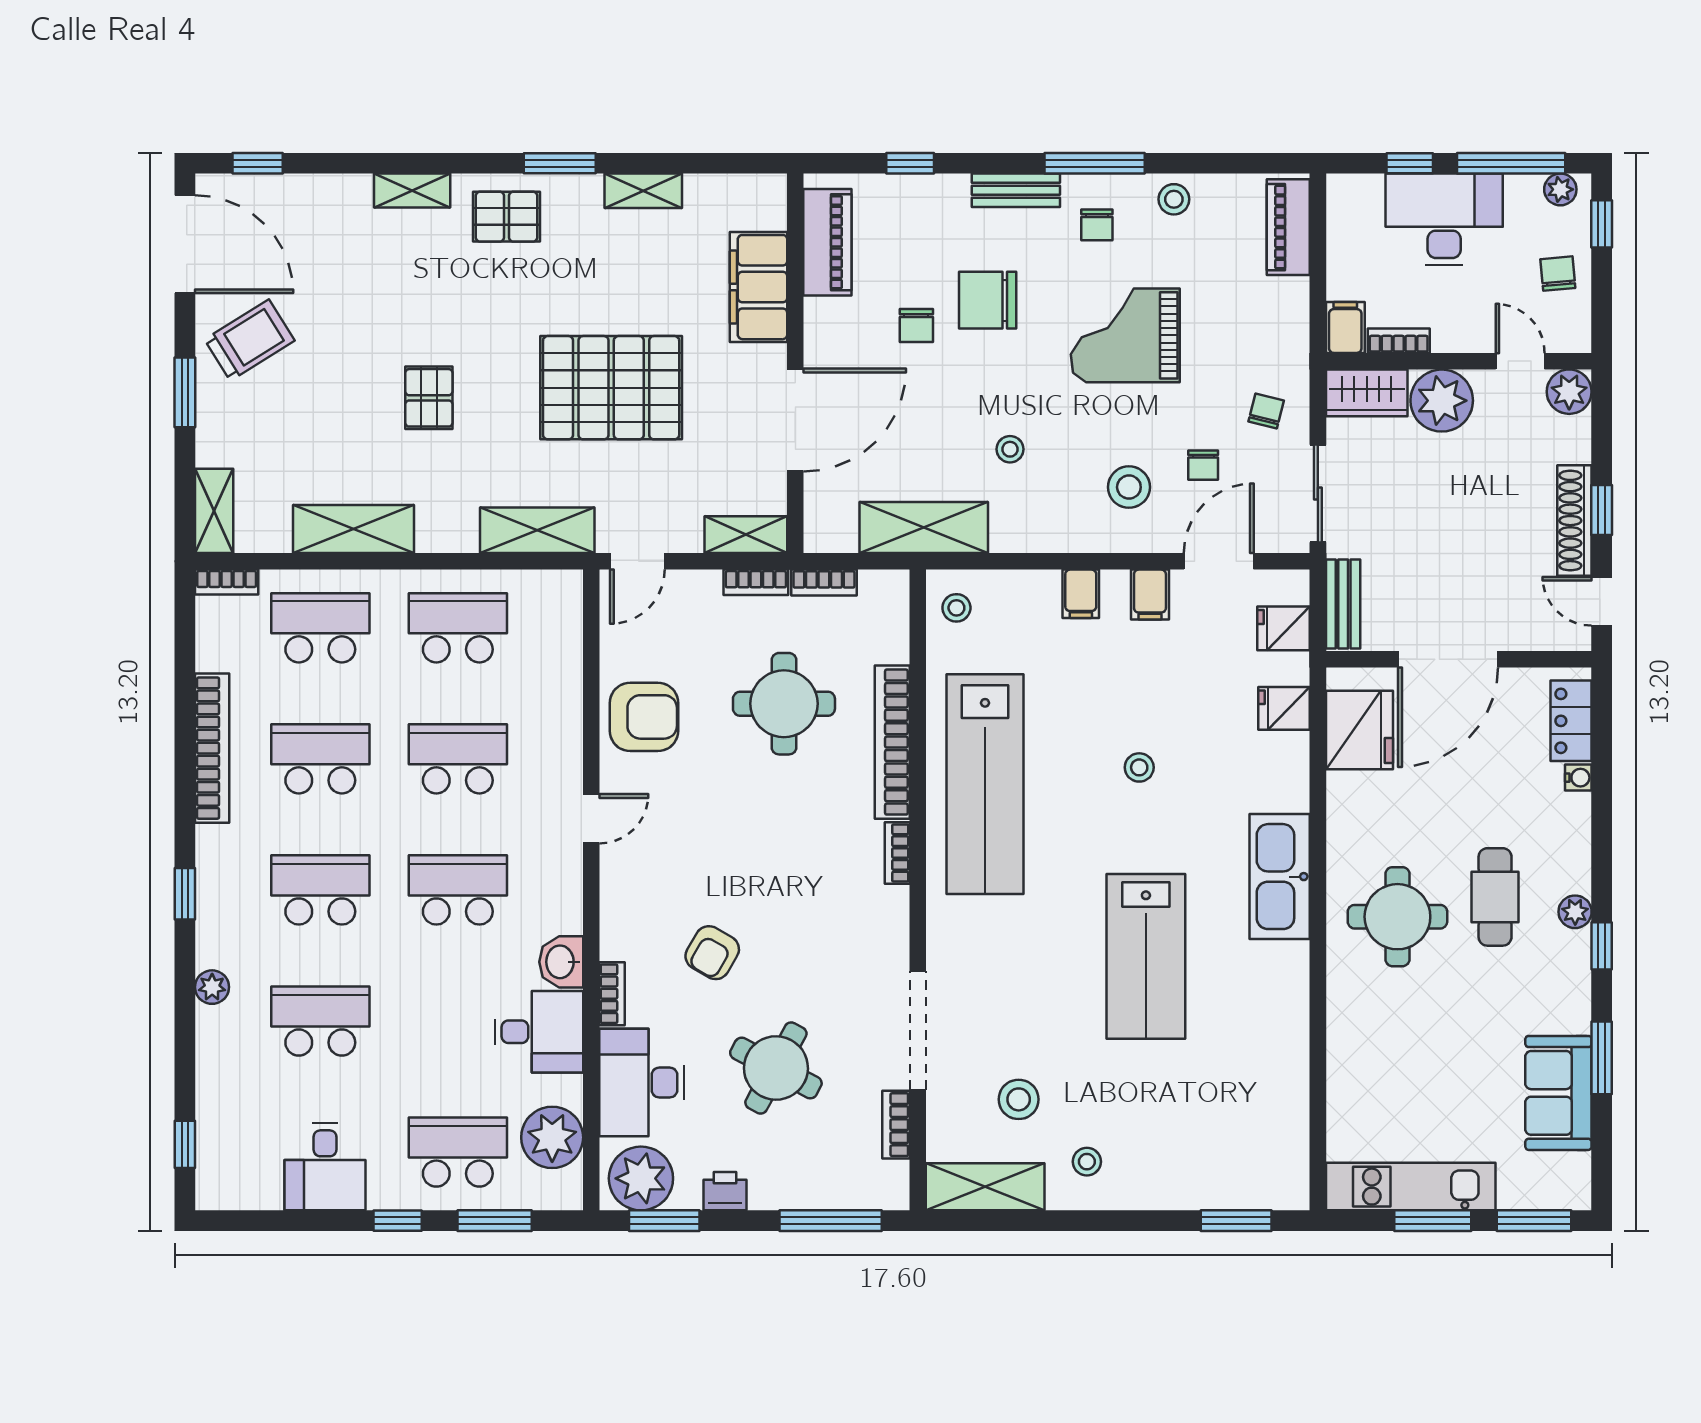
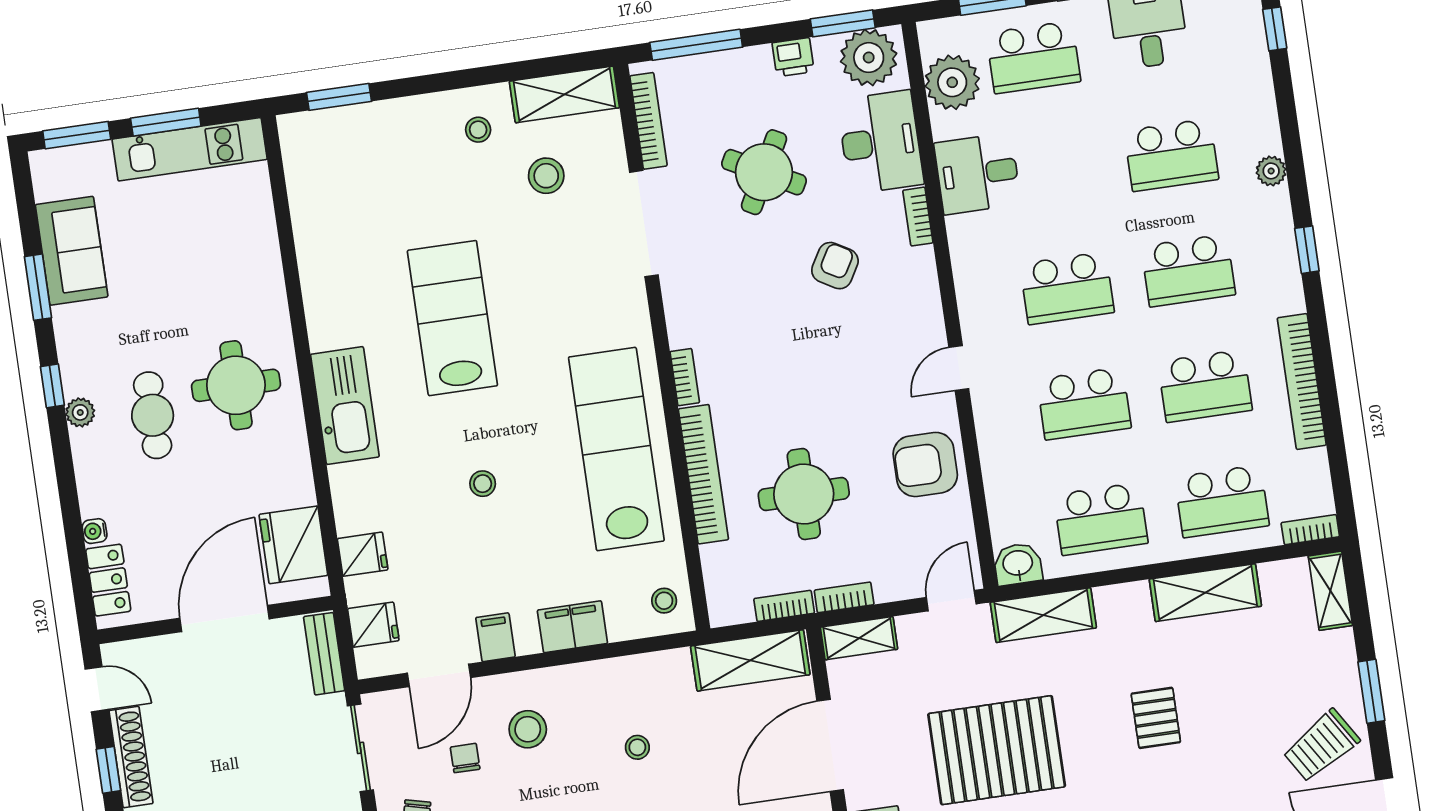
shelving: (924, 527) -> (750, 660), moved
filing cabinet: (1081, 594) -> (572, 627), width x2.00
washbasin: (561, 962) -> (1018, 564), moved, turned -90
bookcase: (896, 1125) -> (648, 121), width x1.56

